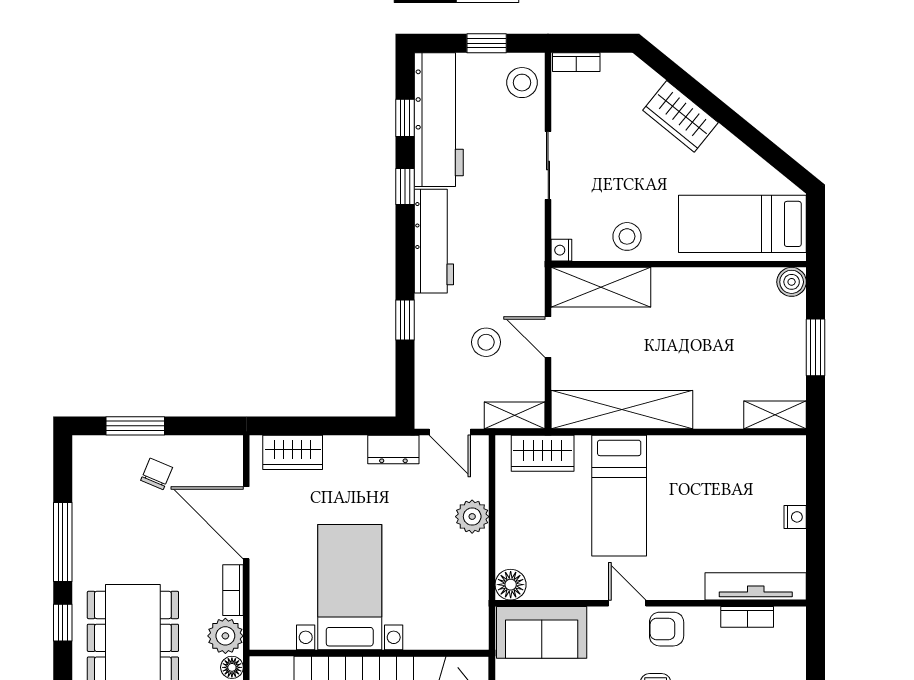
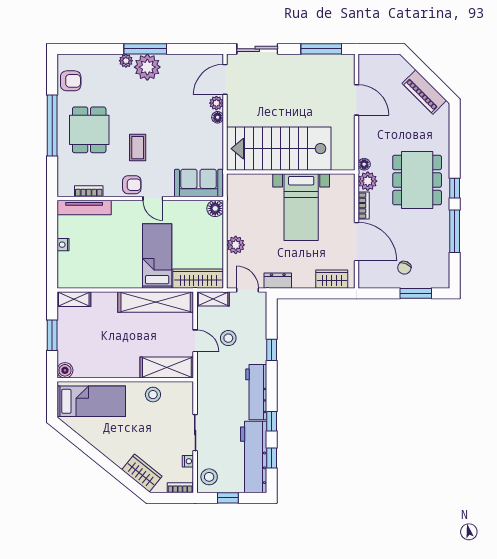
wardrobe: (681, 116) -> (142, 473), moved
nightstand: (561, 250) -> (188, 461), moved
wardrobe: (543, 453) -> (198, 279), width x1.50

